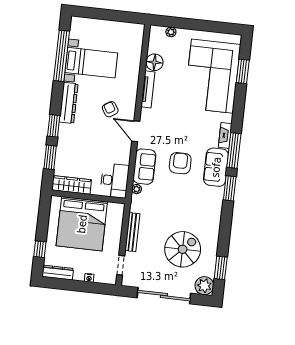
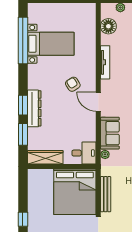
floor lamp: (154, 62) -> (108, 26), moved
dresser: (69, 103) -> (34, 108), moved
desk: (114, 181) -> (84, 153), width x0.73
bed: (82, 224) -> (75, 192), moved

